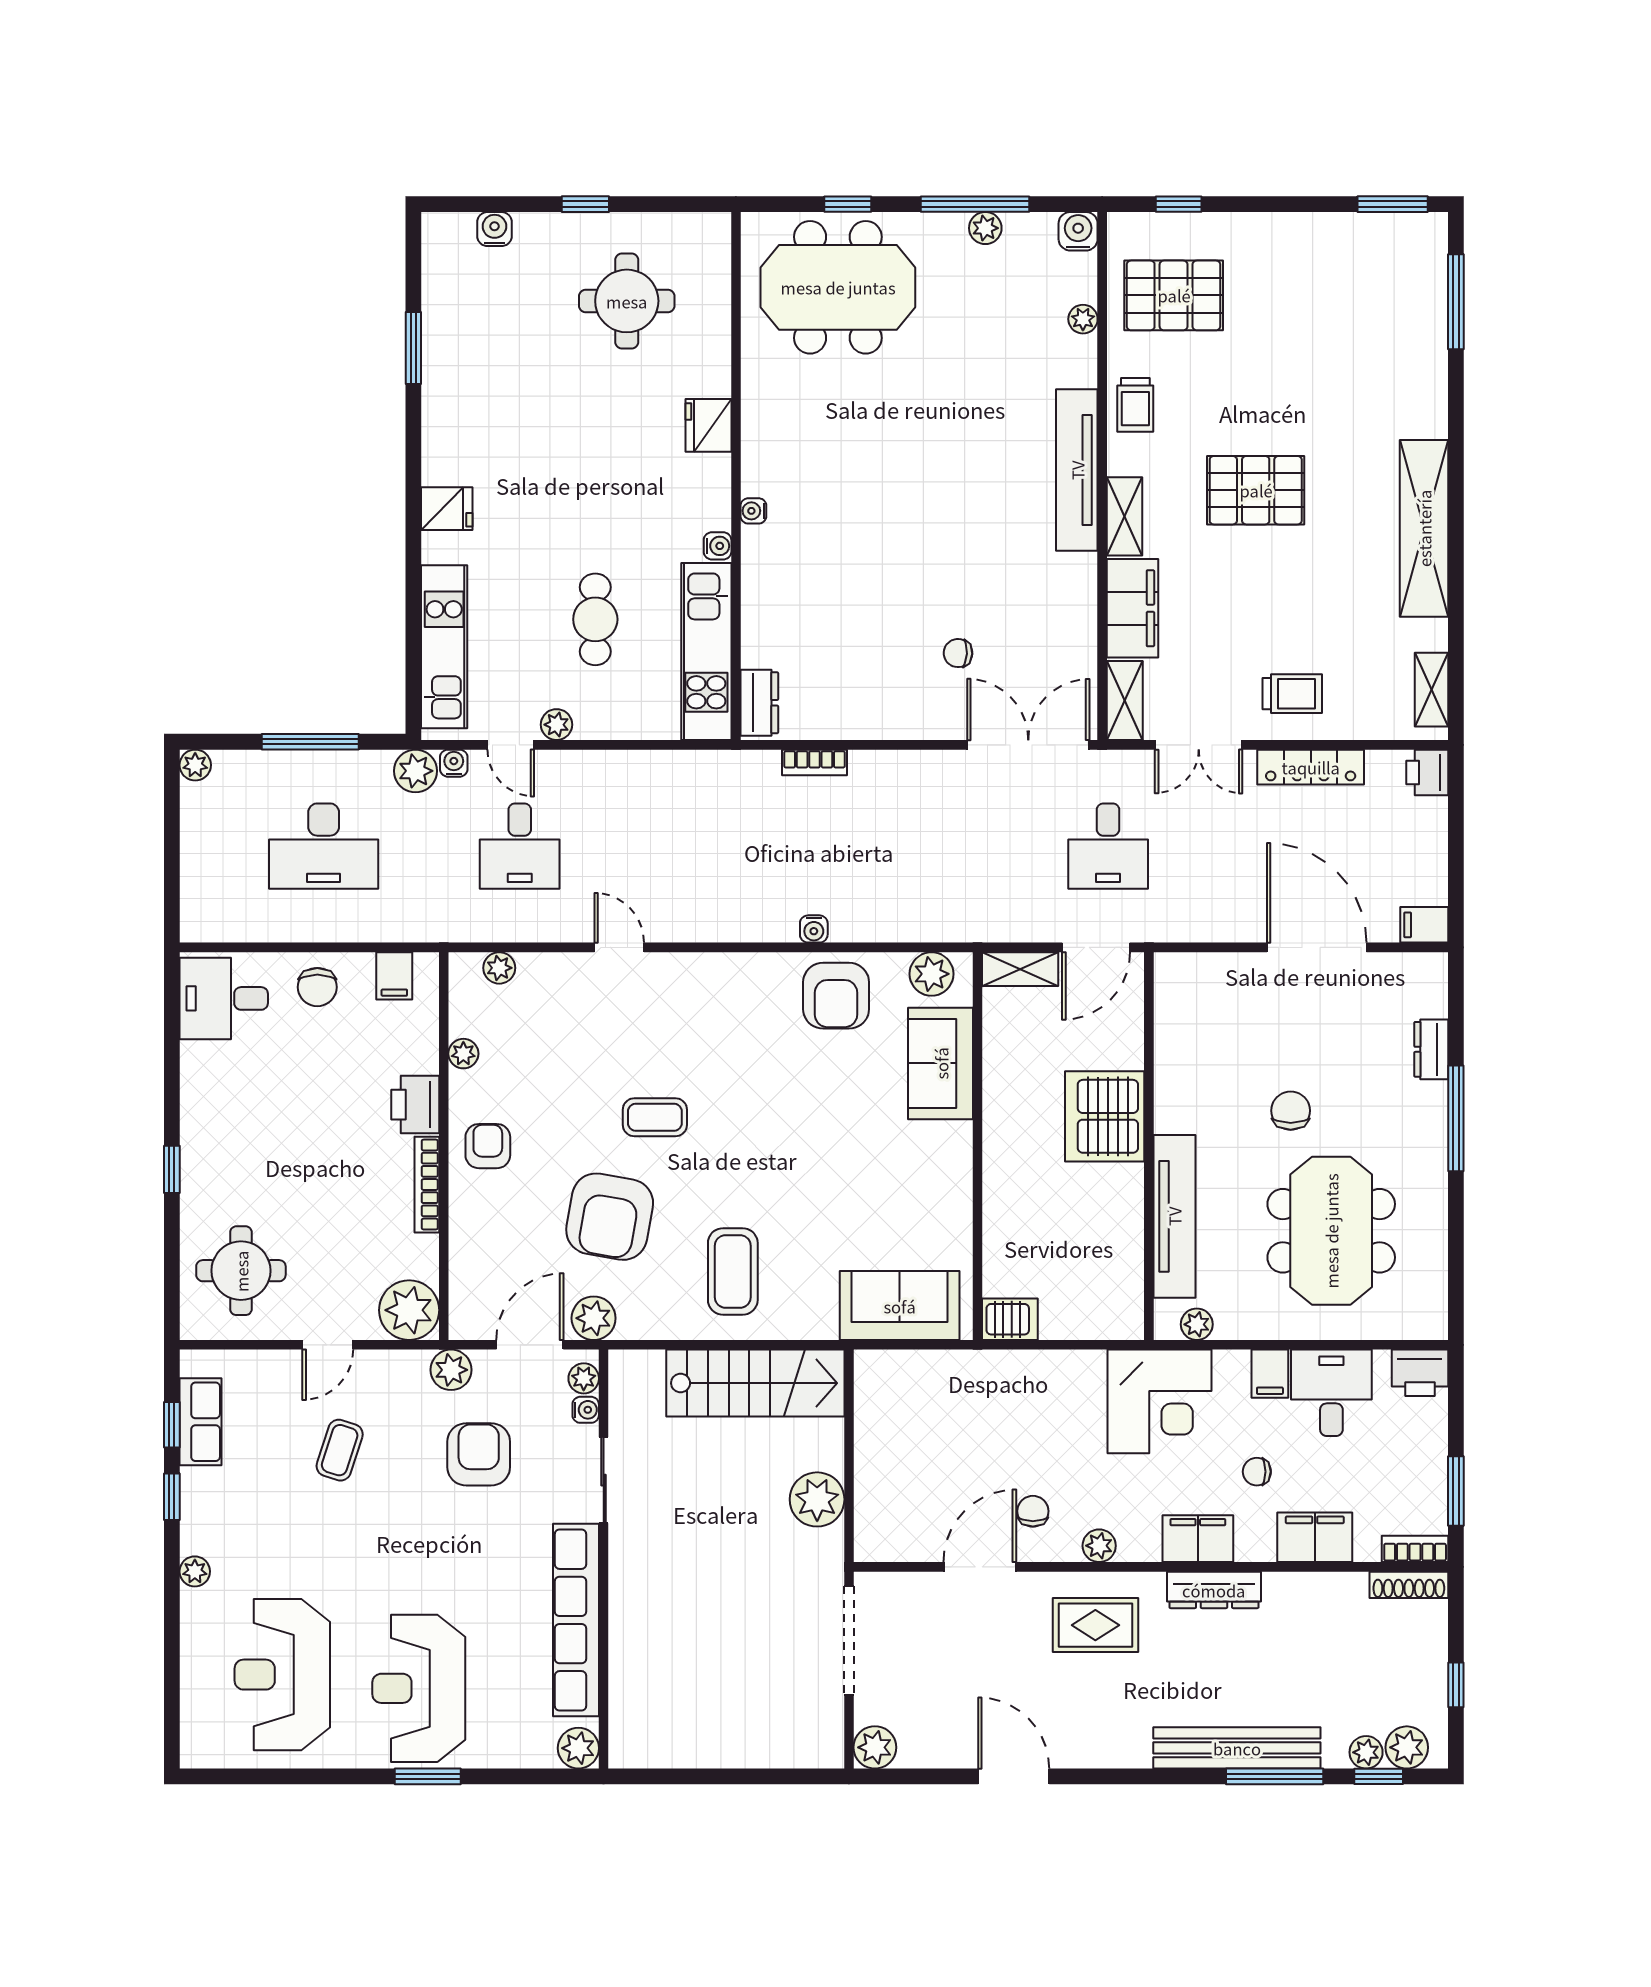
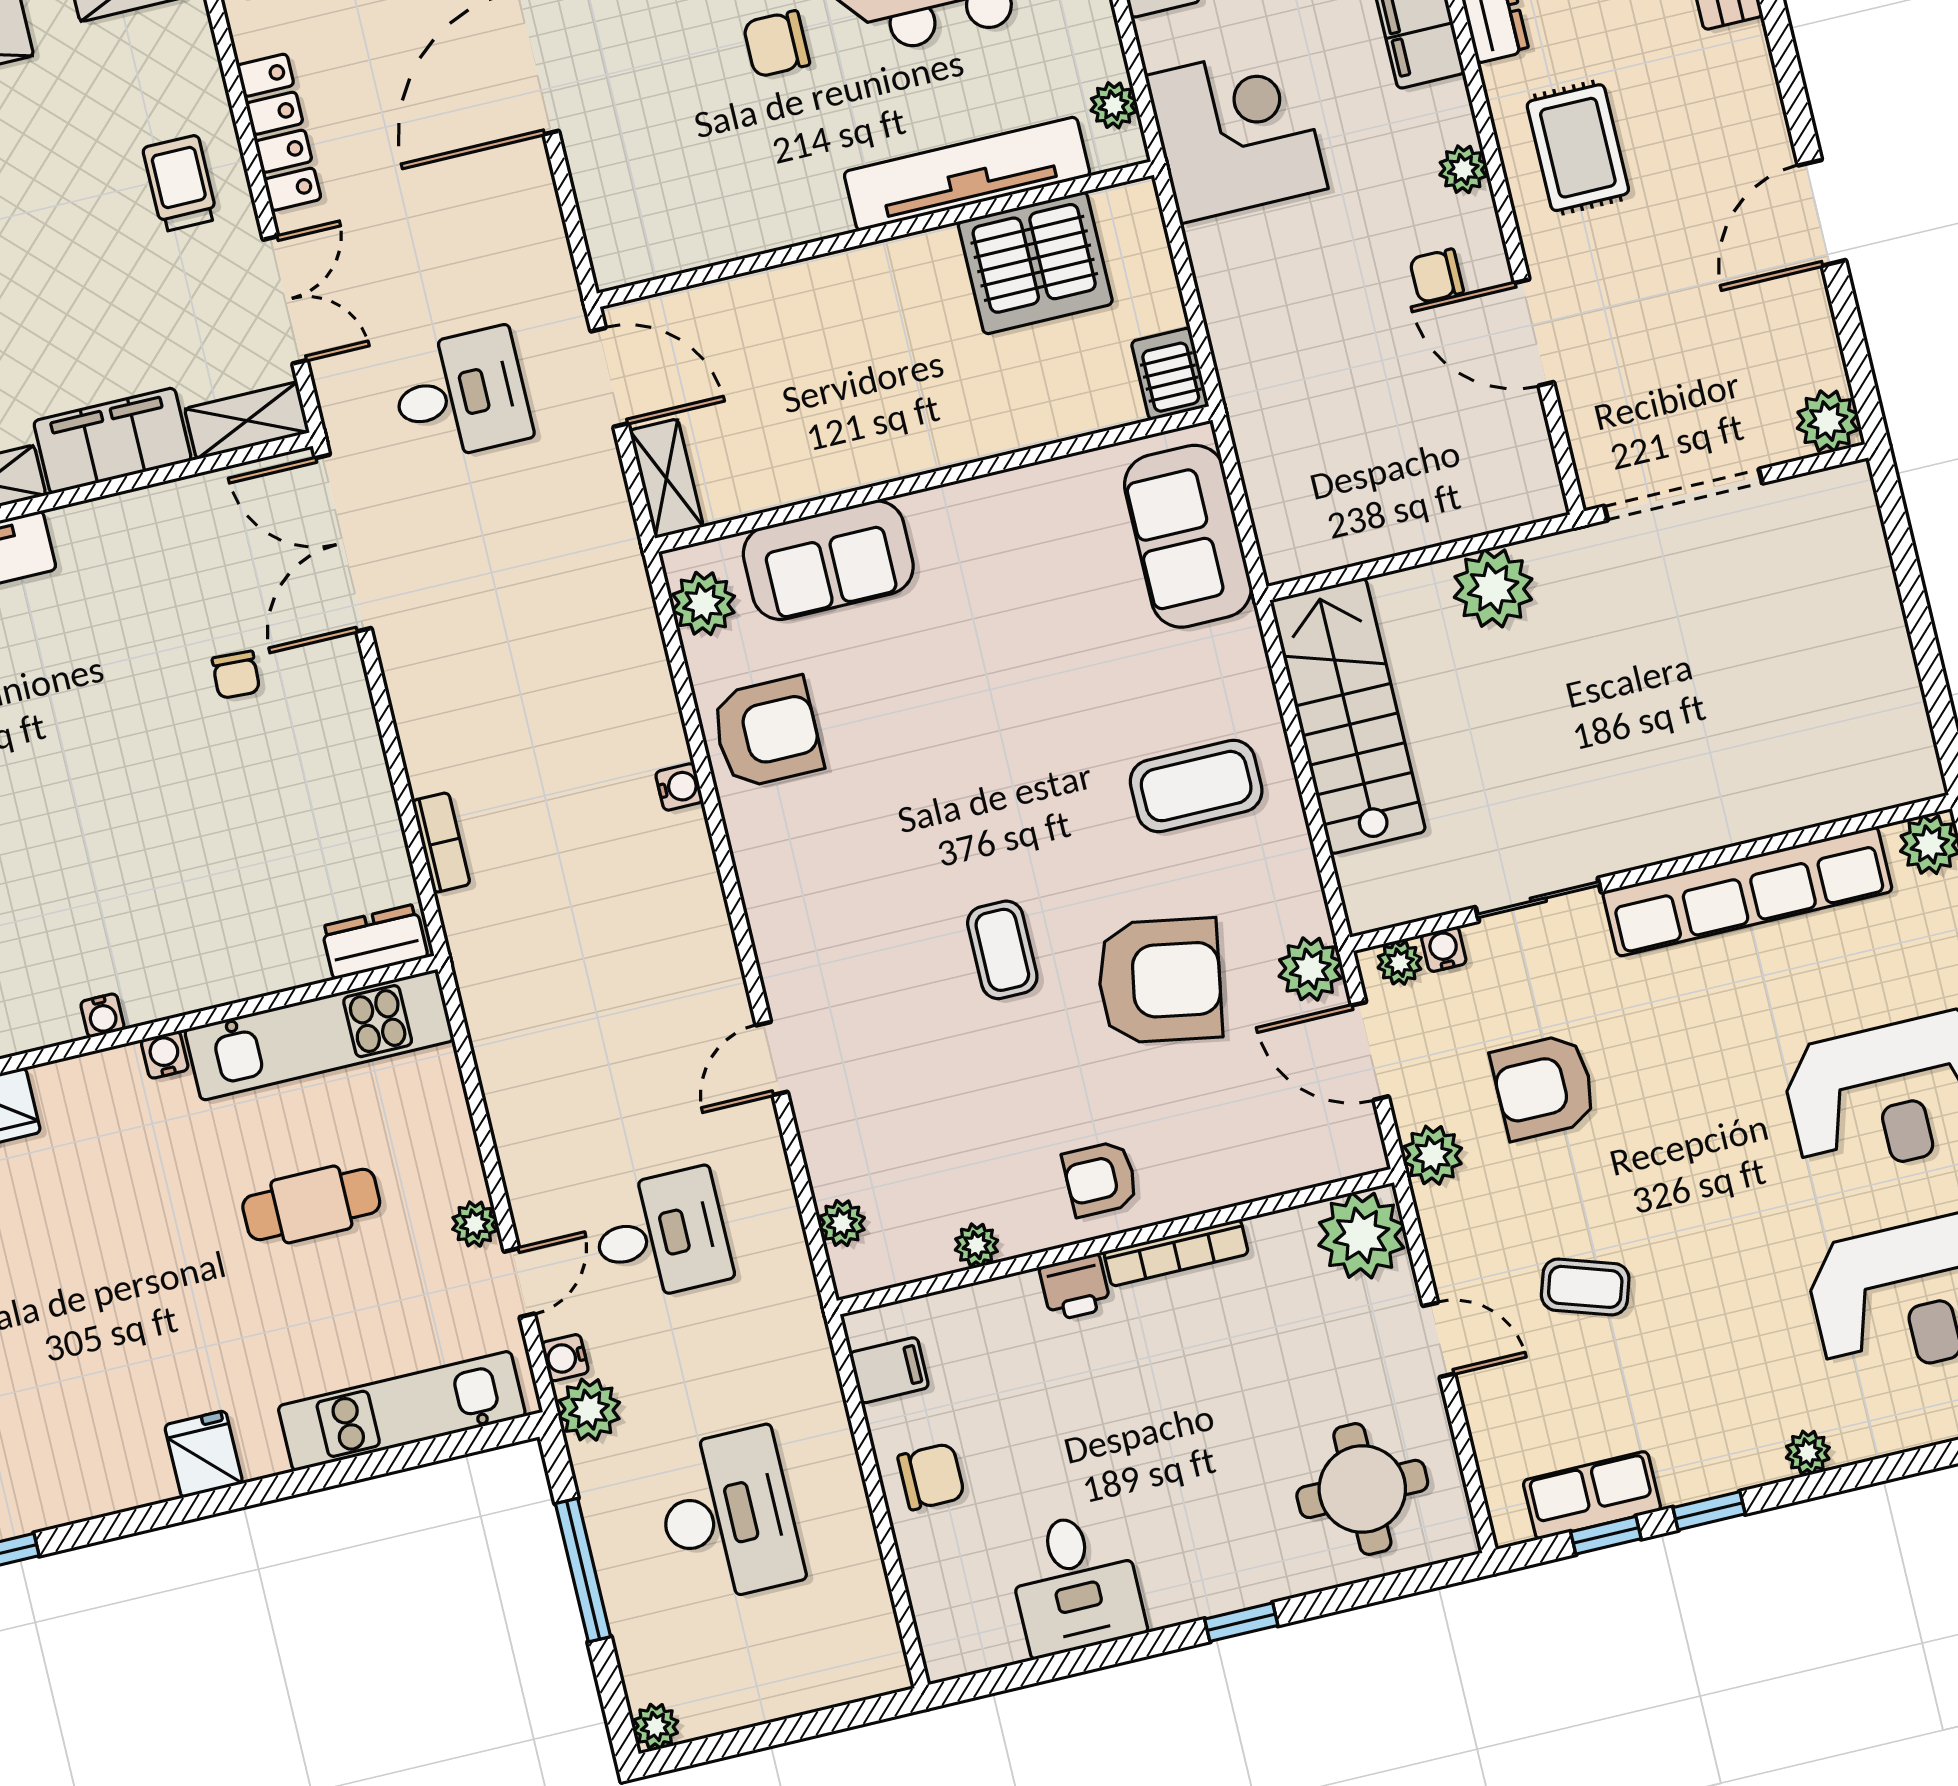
desk: (224, 998) -> (1075, 1583), moved
printer: (415, 1105) -> (1075, 1287), width x0.73, depth x0.81
server rack: (1105, 1116) -> (1035, 263), moved

